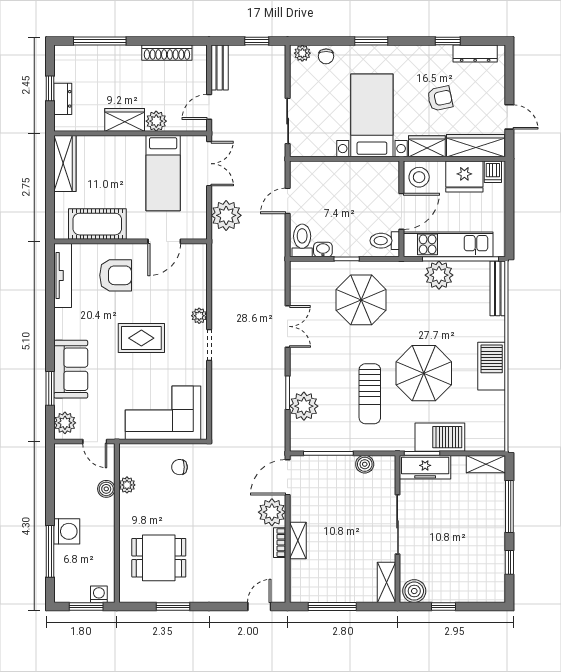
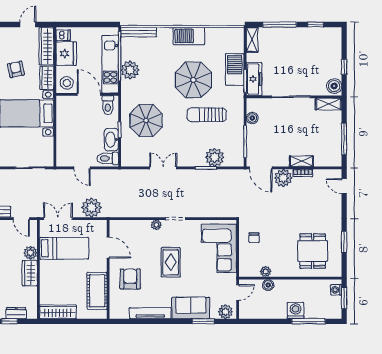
washbasin: (323, 250) -> (111, 140), width x1.91, depth x1.45
tv unit: (63, 275) -> (150, 313), moved
sun lounger: (370, 394) -> (207, 115), turned 180

